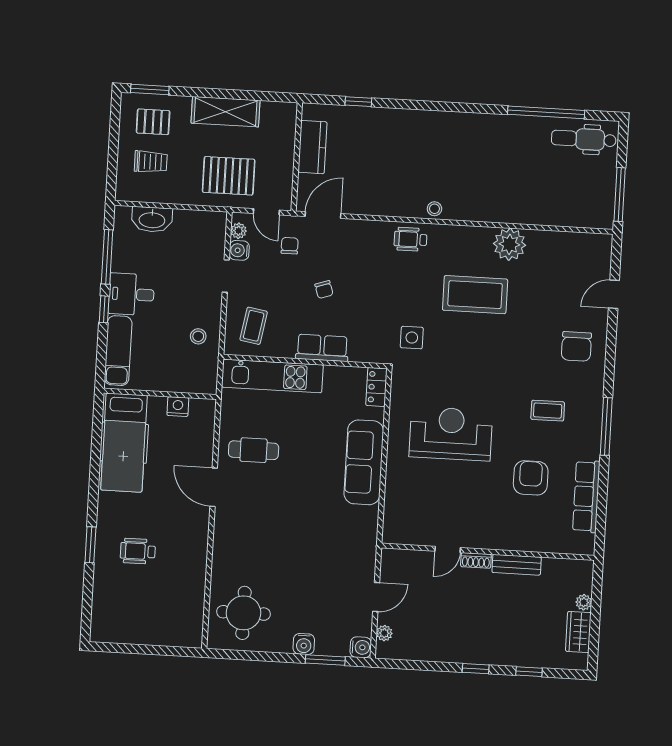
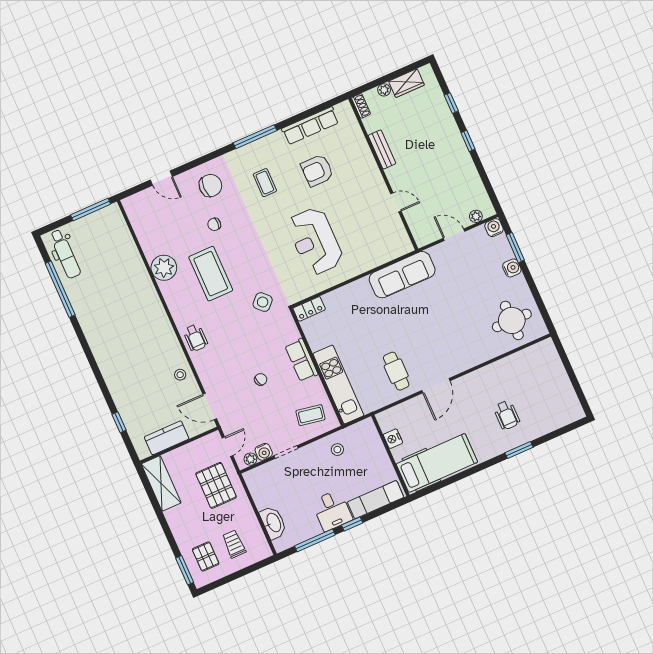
shelving: (225, 112) -> (161, 483), moved
stool: (434, 209) -> (180, 375), moved
chair: (290, 246) -> (214, 224), moved
side table: (412, 338) -> (263, 302), turned 45
sofa: (364, 462) -> (402, 275), moved
shoe rack: (476, 560) -> (361, 106), moved

